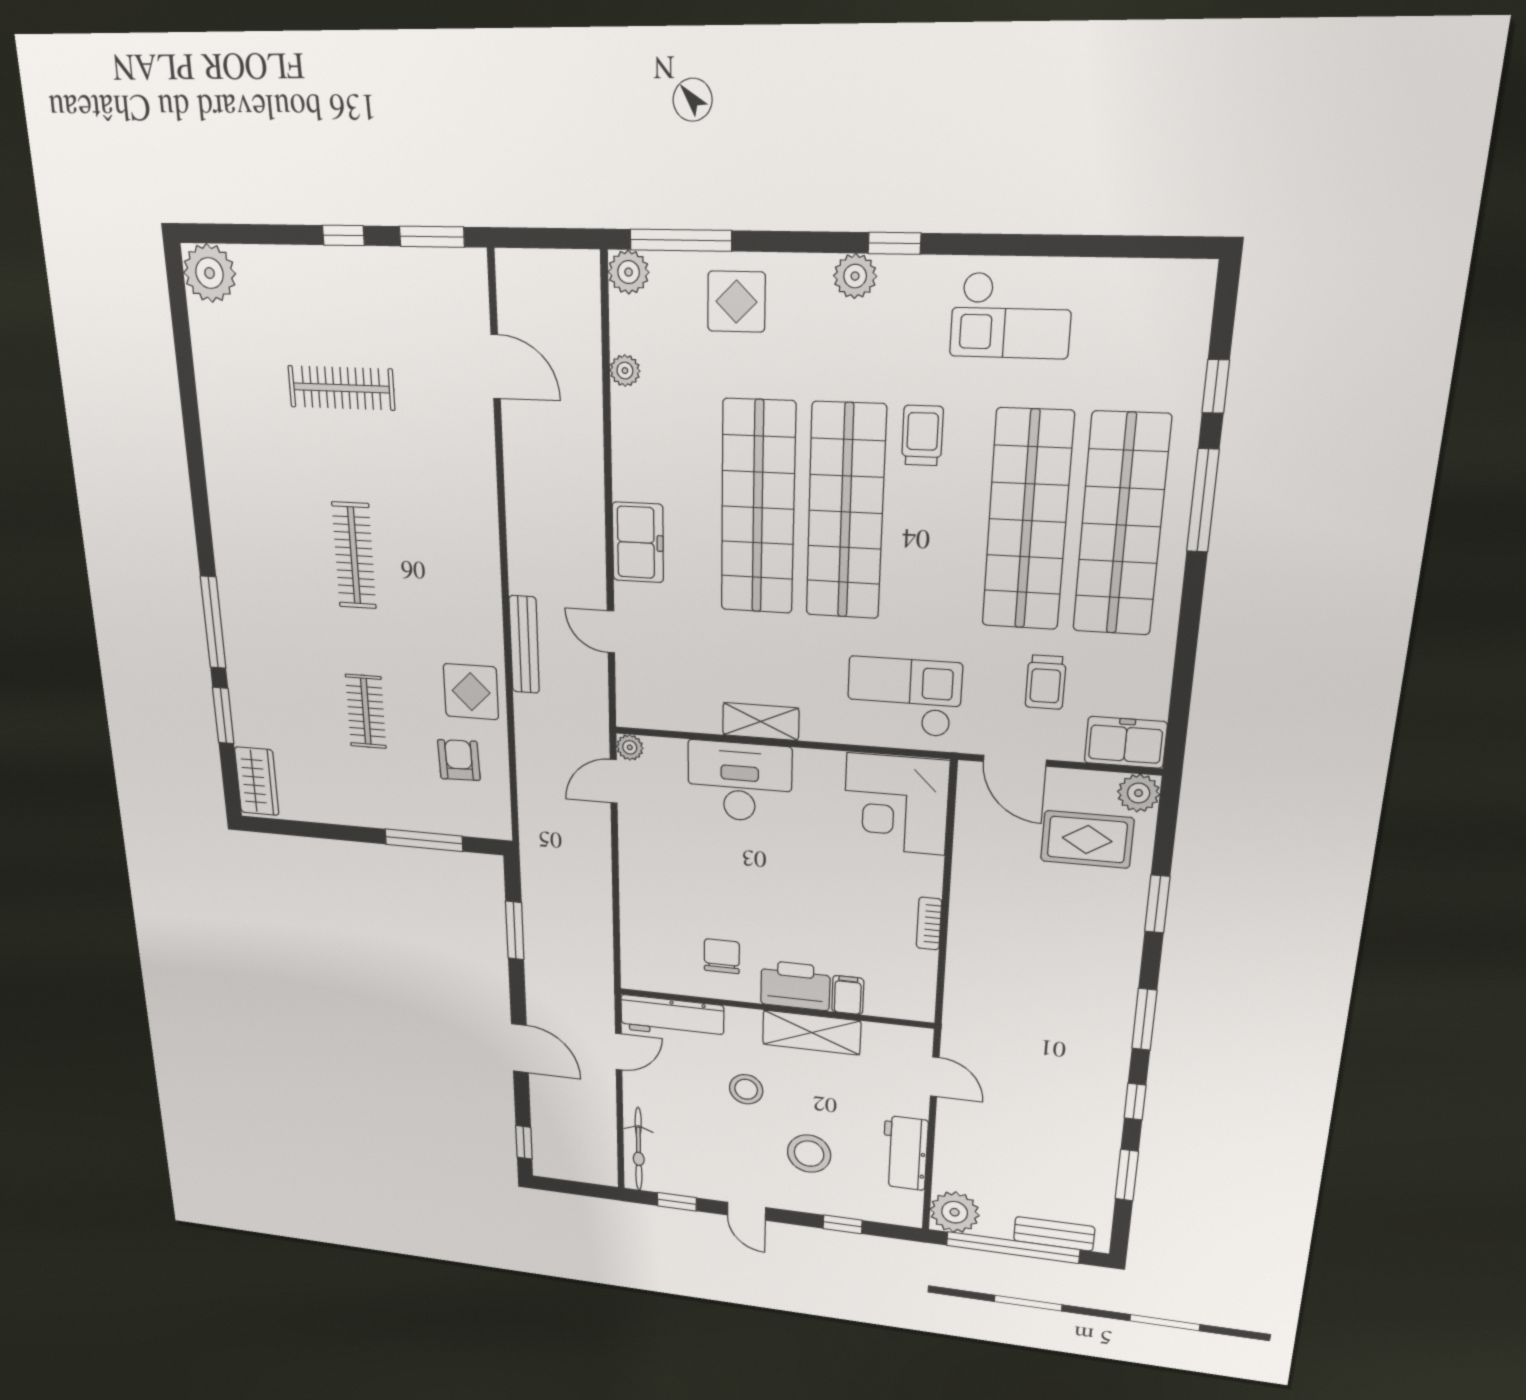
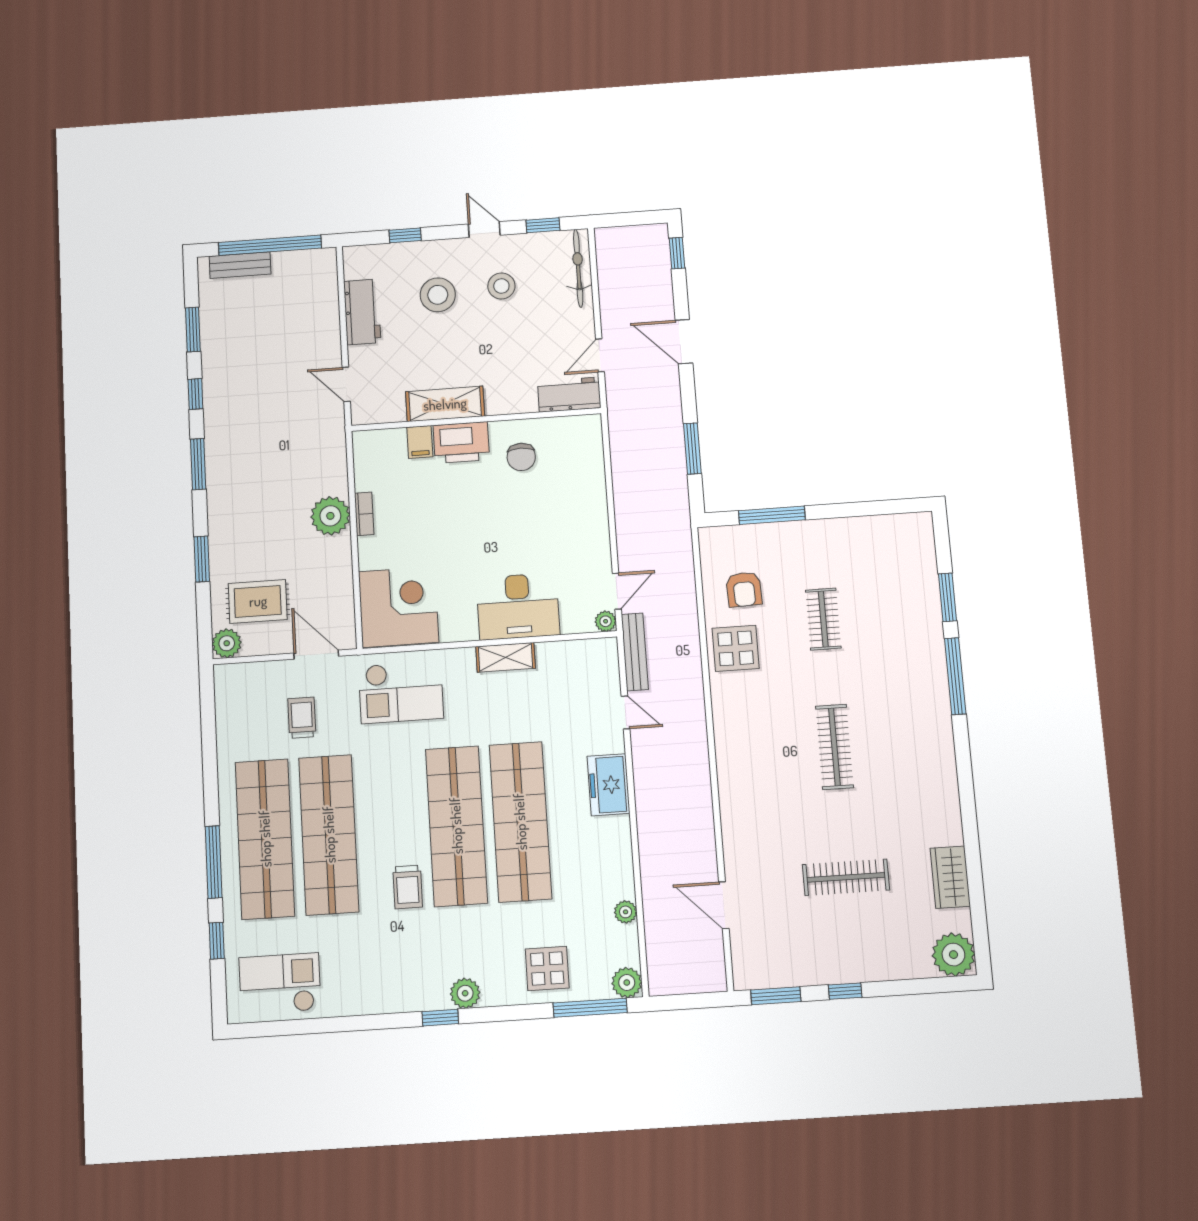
checkout: (1011, 315) -> (280, 984), moved
bench: (524, 645) -> (635, 652), moved
freezer: (1126, 742) -> (241, 680), removed
wardrobe: (257, 781) -> (950, 877), moved
workbench: (672, 1017) -> (569, 395), width x0.73
stool: (746, 1089) -> (501, 286), moved
plant: (955, 1212) -> (330, 516), moved

